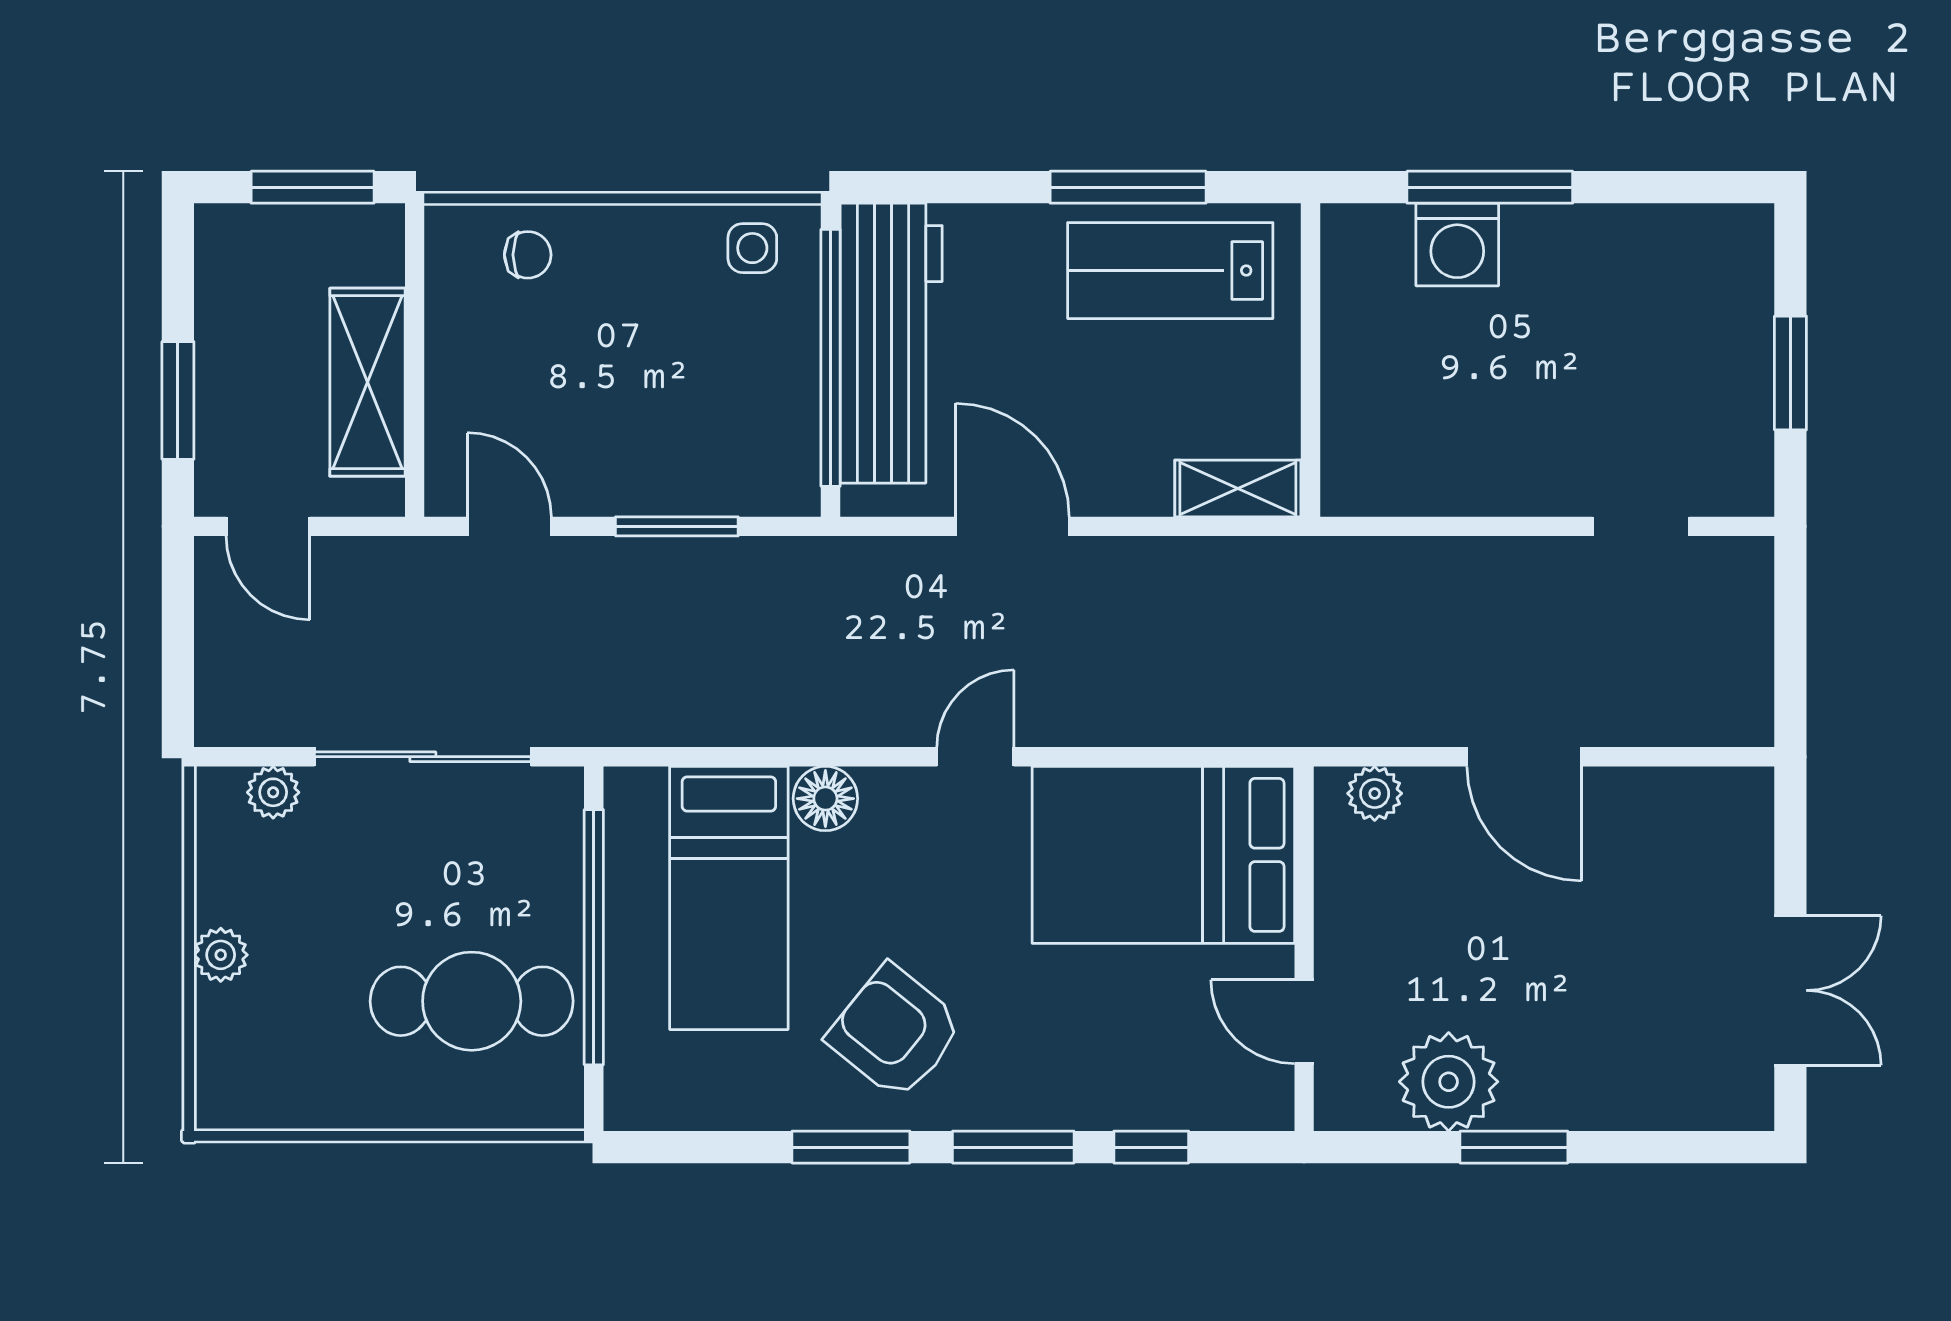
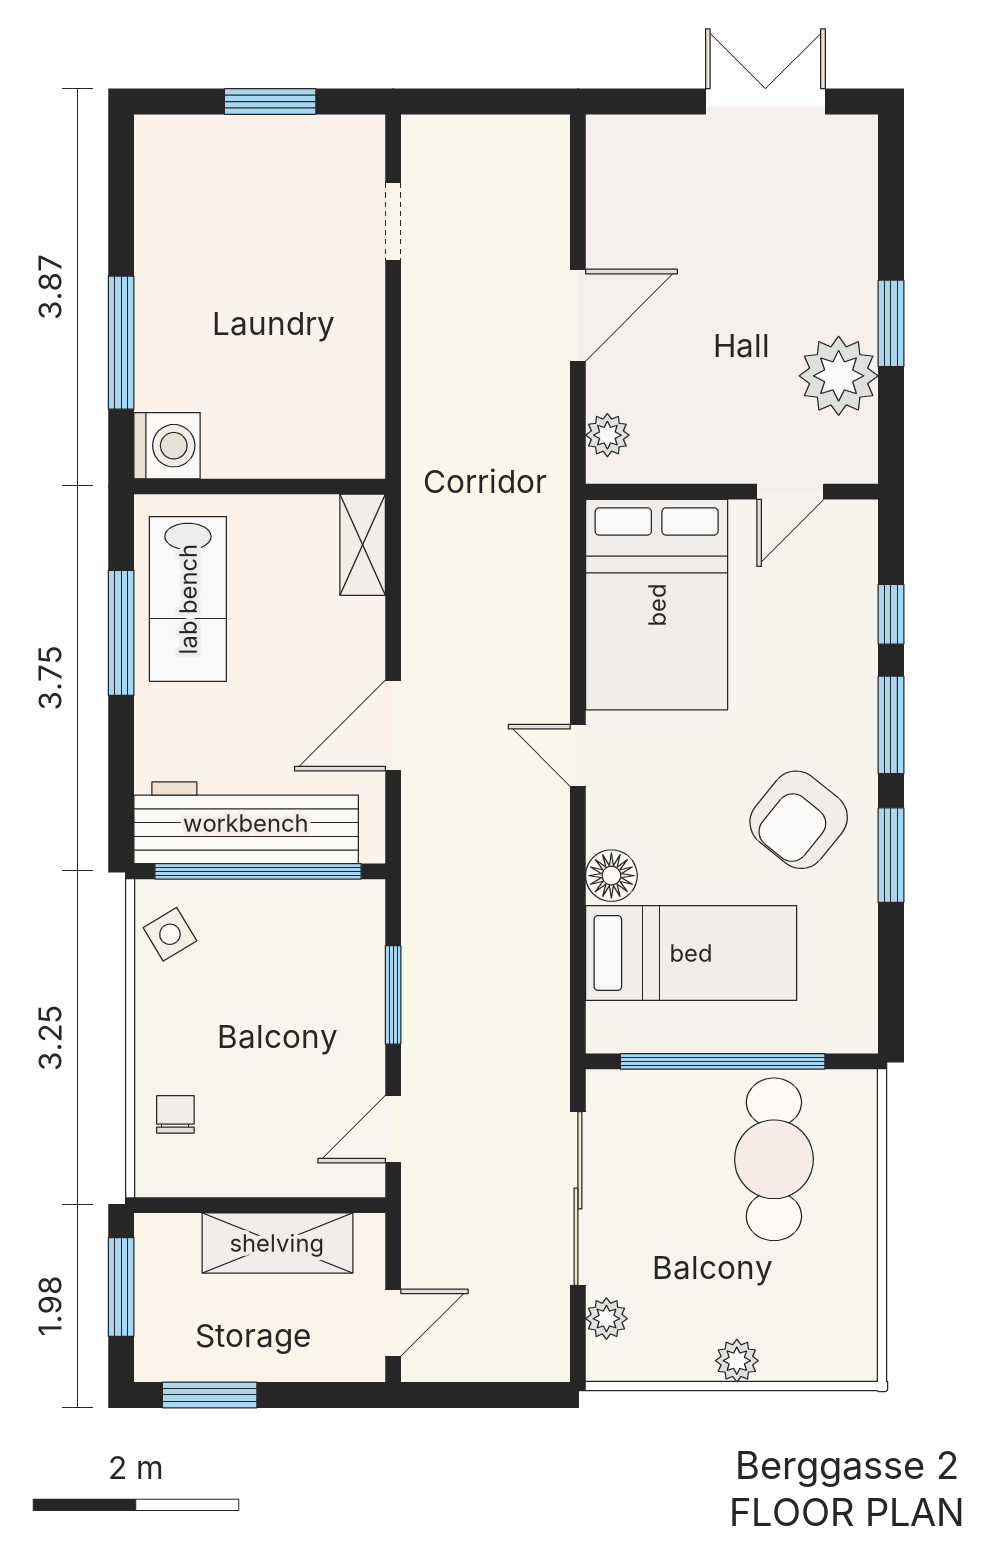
washing machine: (1457, 245) -> (167, 446), moved
side table: (752, 248) -> (170, 934), turned -31
window: (178, 400) -> (210, 1395), moved

